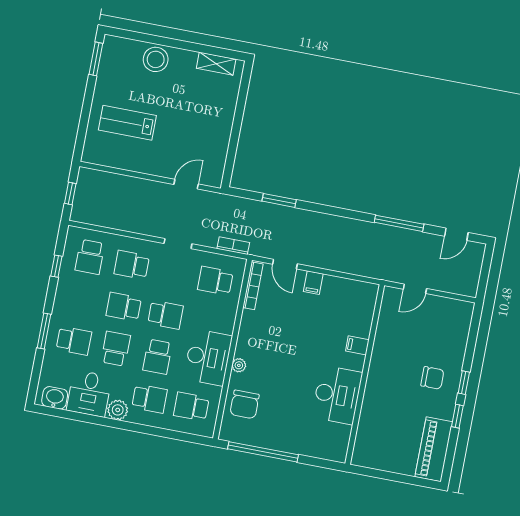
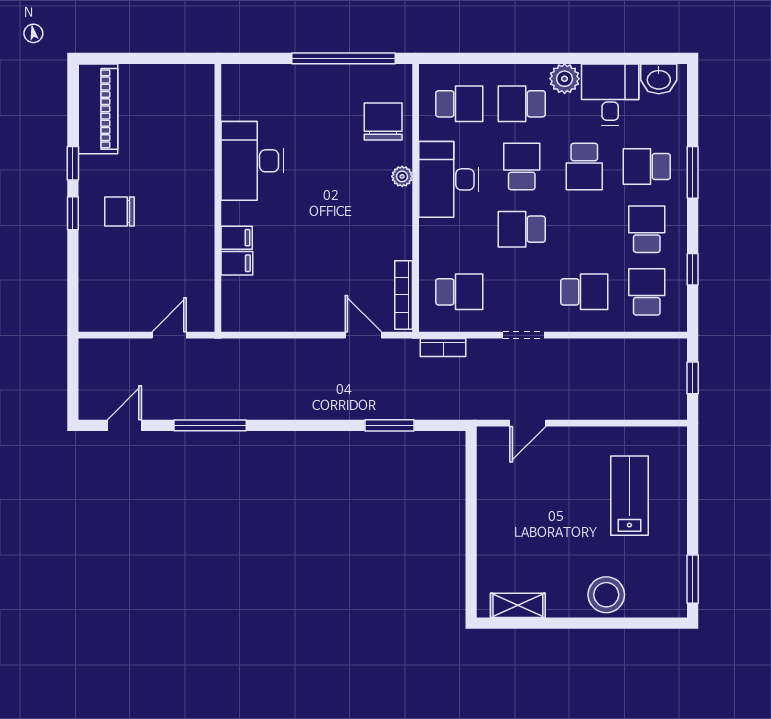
lab bench: (127, 123) -> (629, 496), turned -90
filing cabinet: (313, 283) -> (237, 263), moved, turned 90
school desk: (124, 307) -> (647, 229), moved, turned -90

